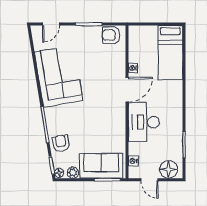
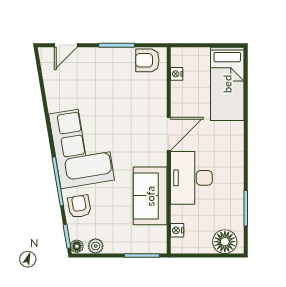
nightstand: (133, 68) -> (177, 74), moved
corner sofa: (59, 76) -> (82, 147), moved
sofa: (101, 166) -> (150, 196), moved, turned -90
door: (149, 180) -> (199, 256), removed

